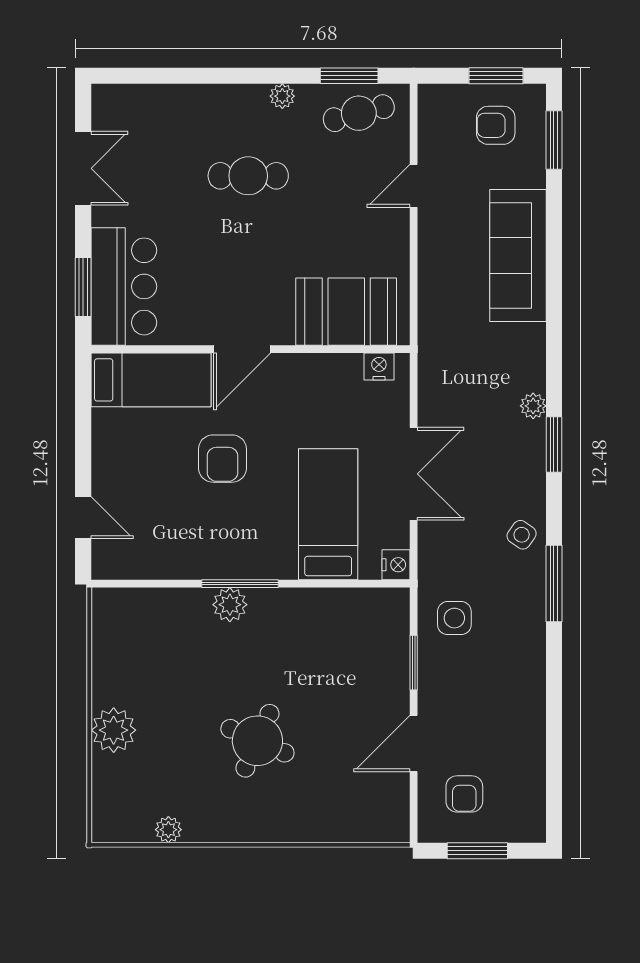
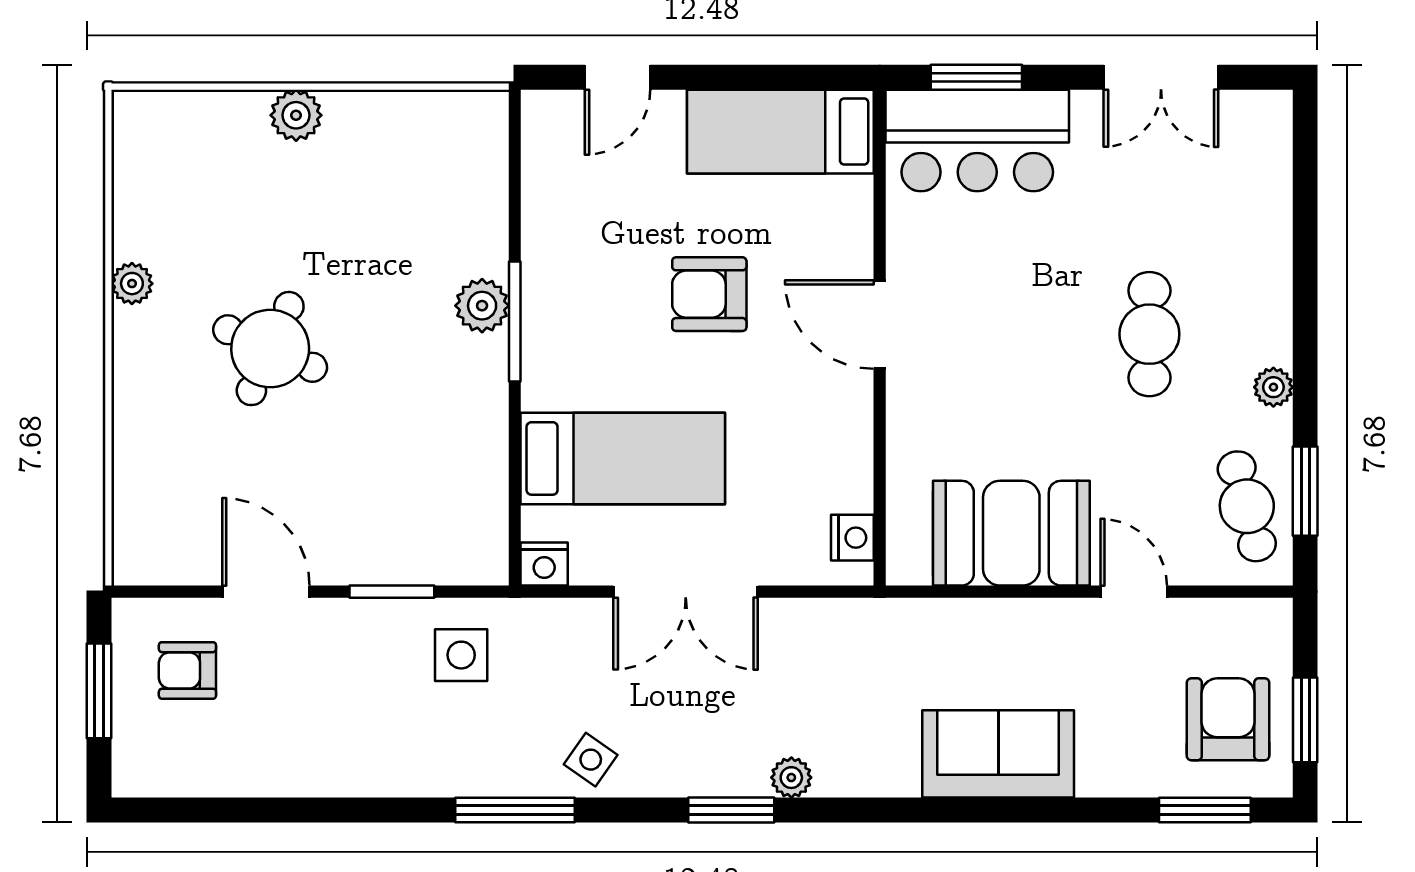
armchair: (496, 125) -> (1228, 719), width x1.38, depth x1.38
sofa: (518, 255) -> (998, 754), width x0.73
booth: (346, 312) -> (1011, 533), moved, turned 90
bed: (151, 380) -> (780, 132), moved, turned 90
plant: (114, 730) -> (296, 115), width x0.73, depth x0.73
plant: (168, 830) -> (132, 284), moved

